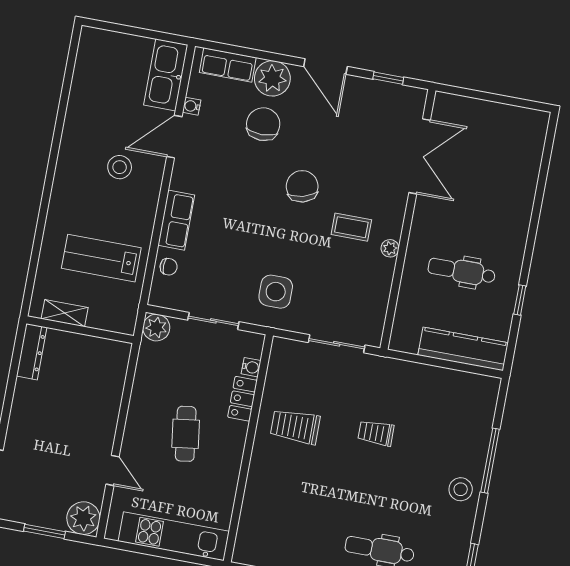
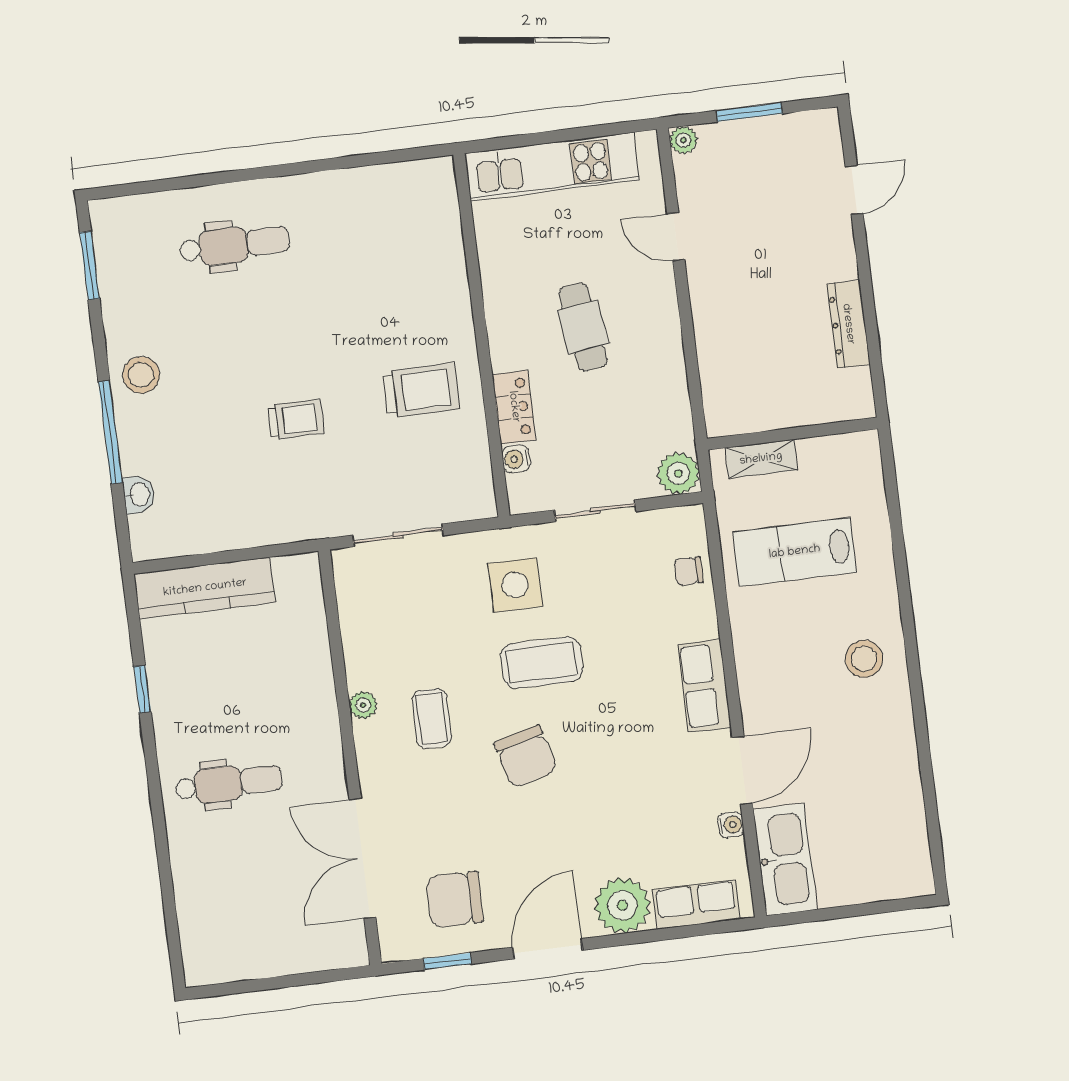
door: (325, 67) -> (548, 949), hinge flipped
chair: (263, 124) -> (455, 899), moved, turned 90
stool: (120, 167) -> (864, 659), moved
row of seats: (176, 220) -> (705, 686), moved
coffee table: (351, 227) -> (432, 719), turned 90
coffee table: (274, 240) -> (542, 663), added
lab bench: (101, 258) -> (795, 552), turned 180
dental chair: (462, 271) -> (229, 783), moved
shelving: (65, 313) -> (761, 459), moved
dresser: (32, 352) -> (848, 324), moved
washbasin: (485, 418) -> (139, 494), added
plant: (83, 518) -> (683, 140), width x0.53, depth x0.53

